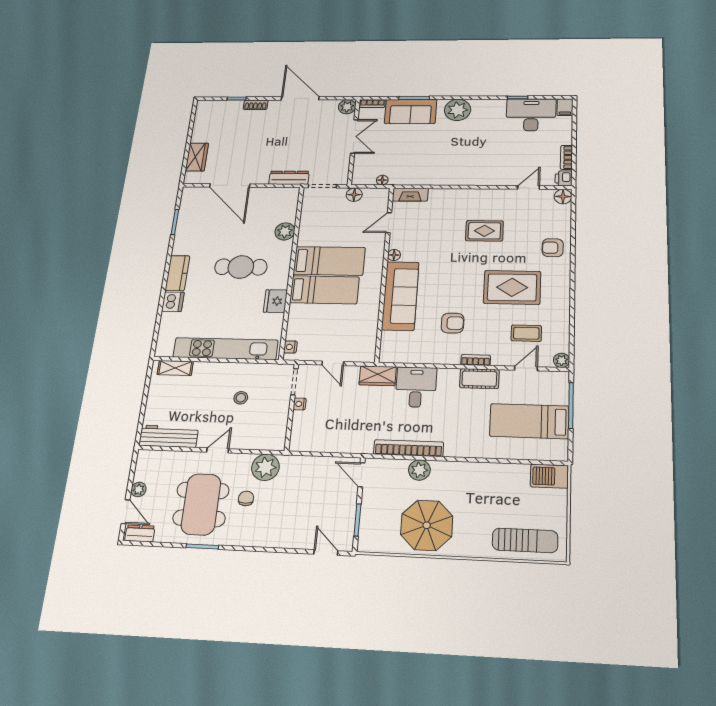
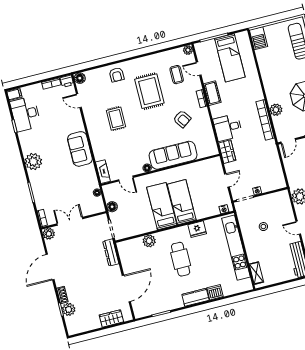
plant: (233, 108) -> (69, 309), added
sofa: (411, 111) -> (80, 149), moved, turned 180
armchair: (453, 323) -> (182, 119), turned 145

